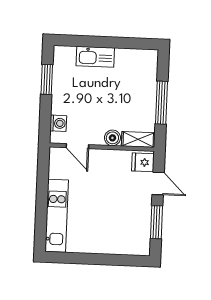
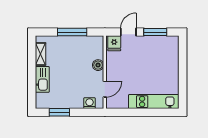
shelving: (138, 139) -> (41, 54), moved

